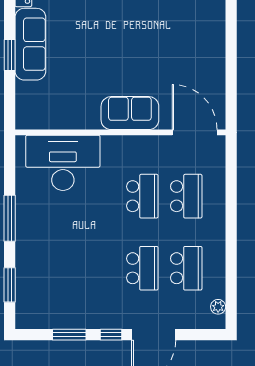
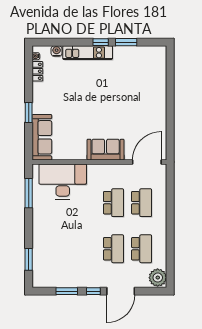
sofa: (30, 44) -> (42, 137), moved
door: (195, 132) -> (147, 162), hinge flipped
window: (10, 218) -> (29, 193), moved
plant: (218, 307) -> (158, 278), width x1.87, depth x1.87

